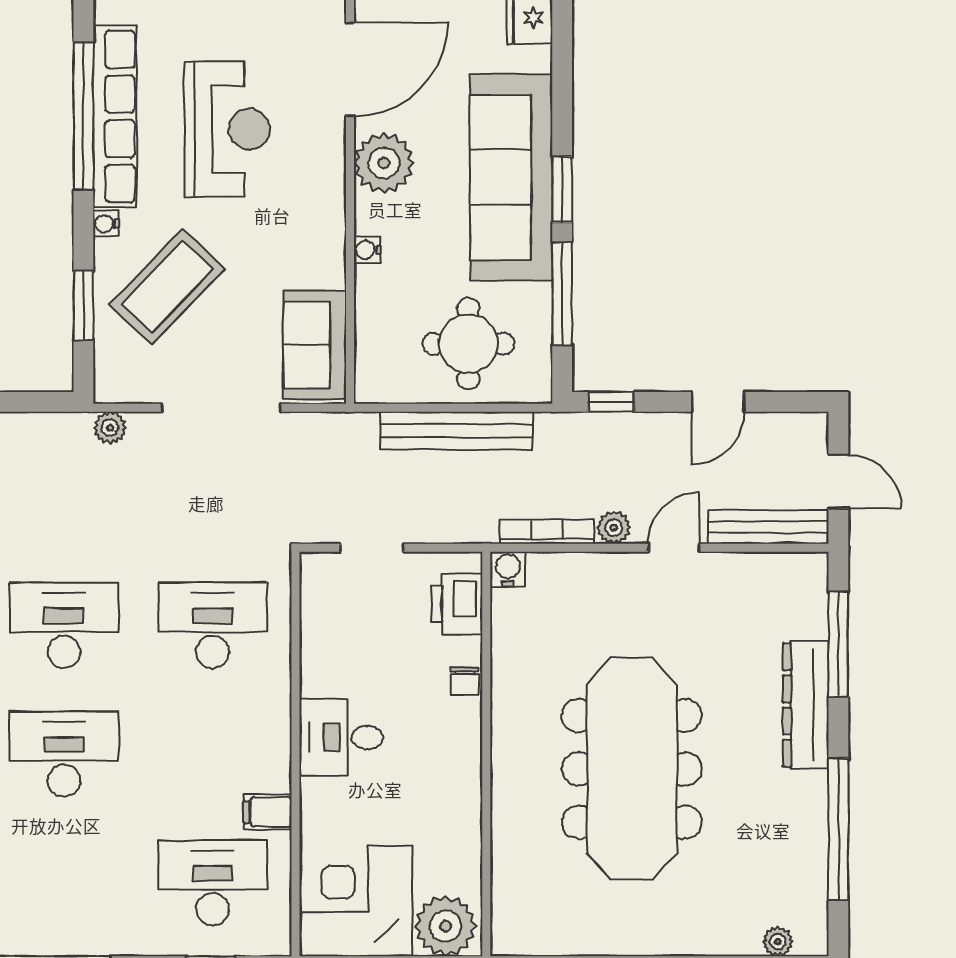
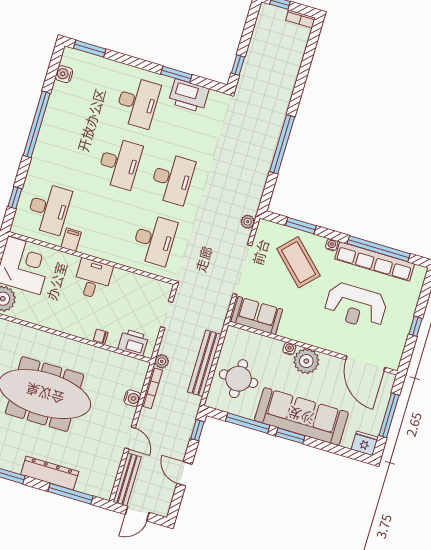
plant: (384, 163) -> (306, 361), moved
plant: (614, 528) -> (162, 361), moved
water cooler: (508, 569) -> (132, 398), moved

